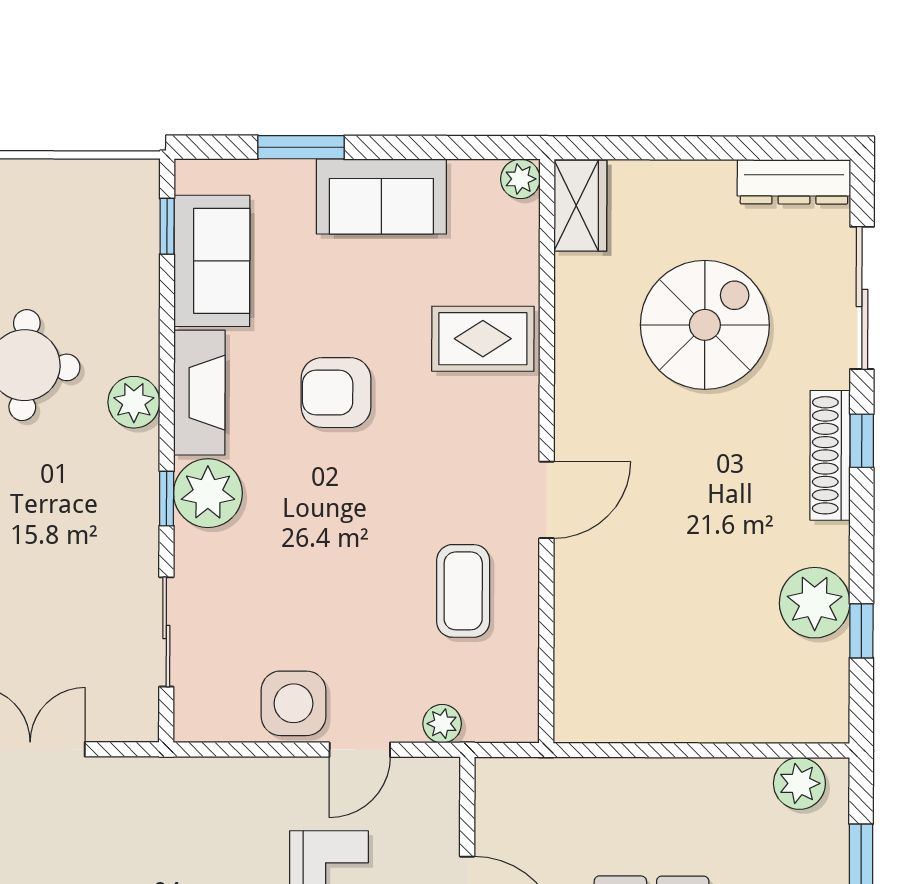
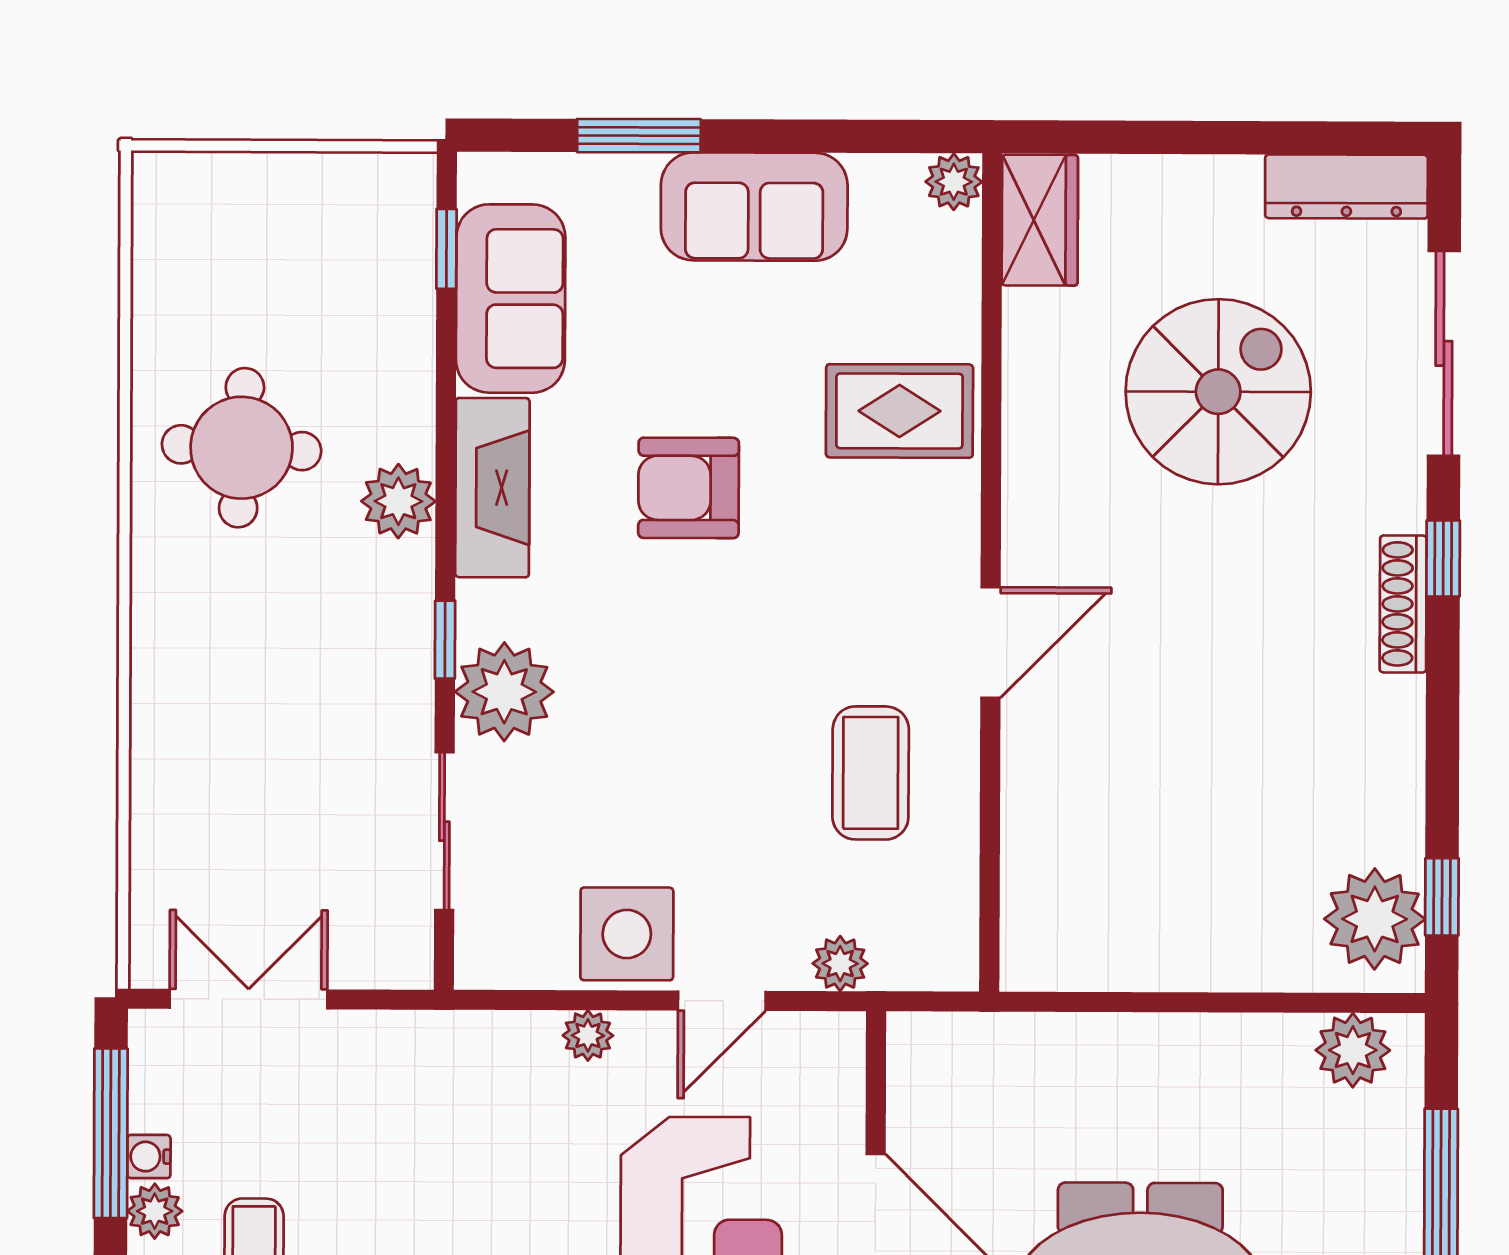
shoe rack: (830, 455) -> (1403, 604), width x0.74, depth x0.81
plant: (208, 493) -> (504, 692), moved
plant: (815, 603) -> (1375, 919), moved
window: (861, 631) -> (1442, 897), moved
plant: (267, 774) -> (588, 1035), added

